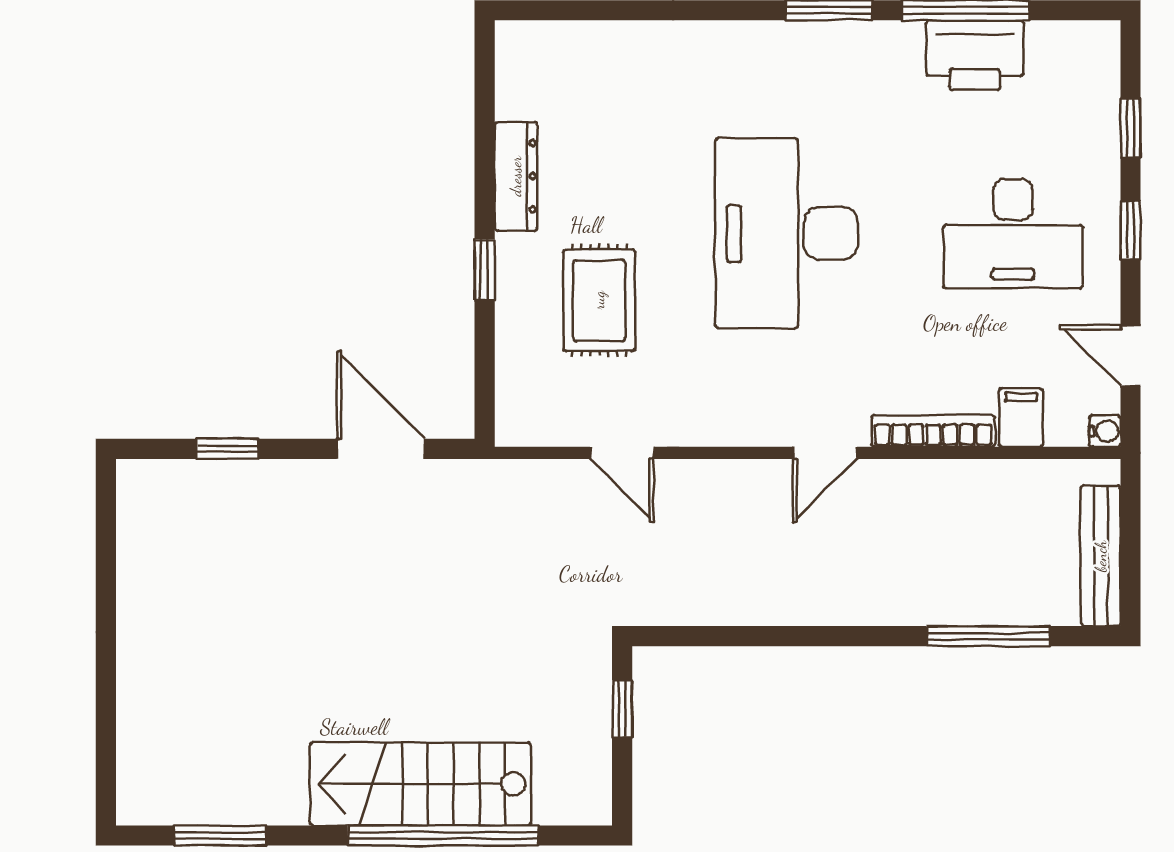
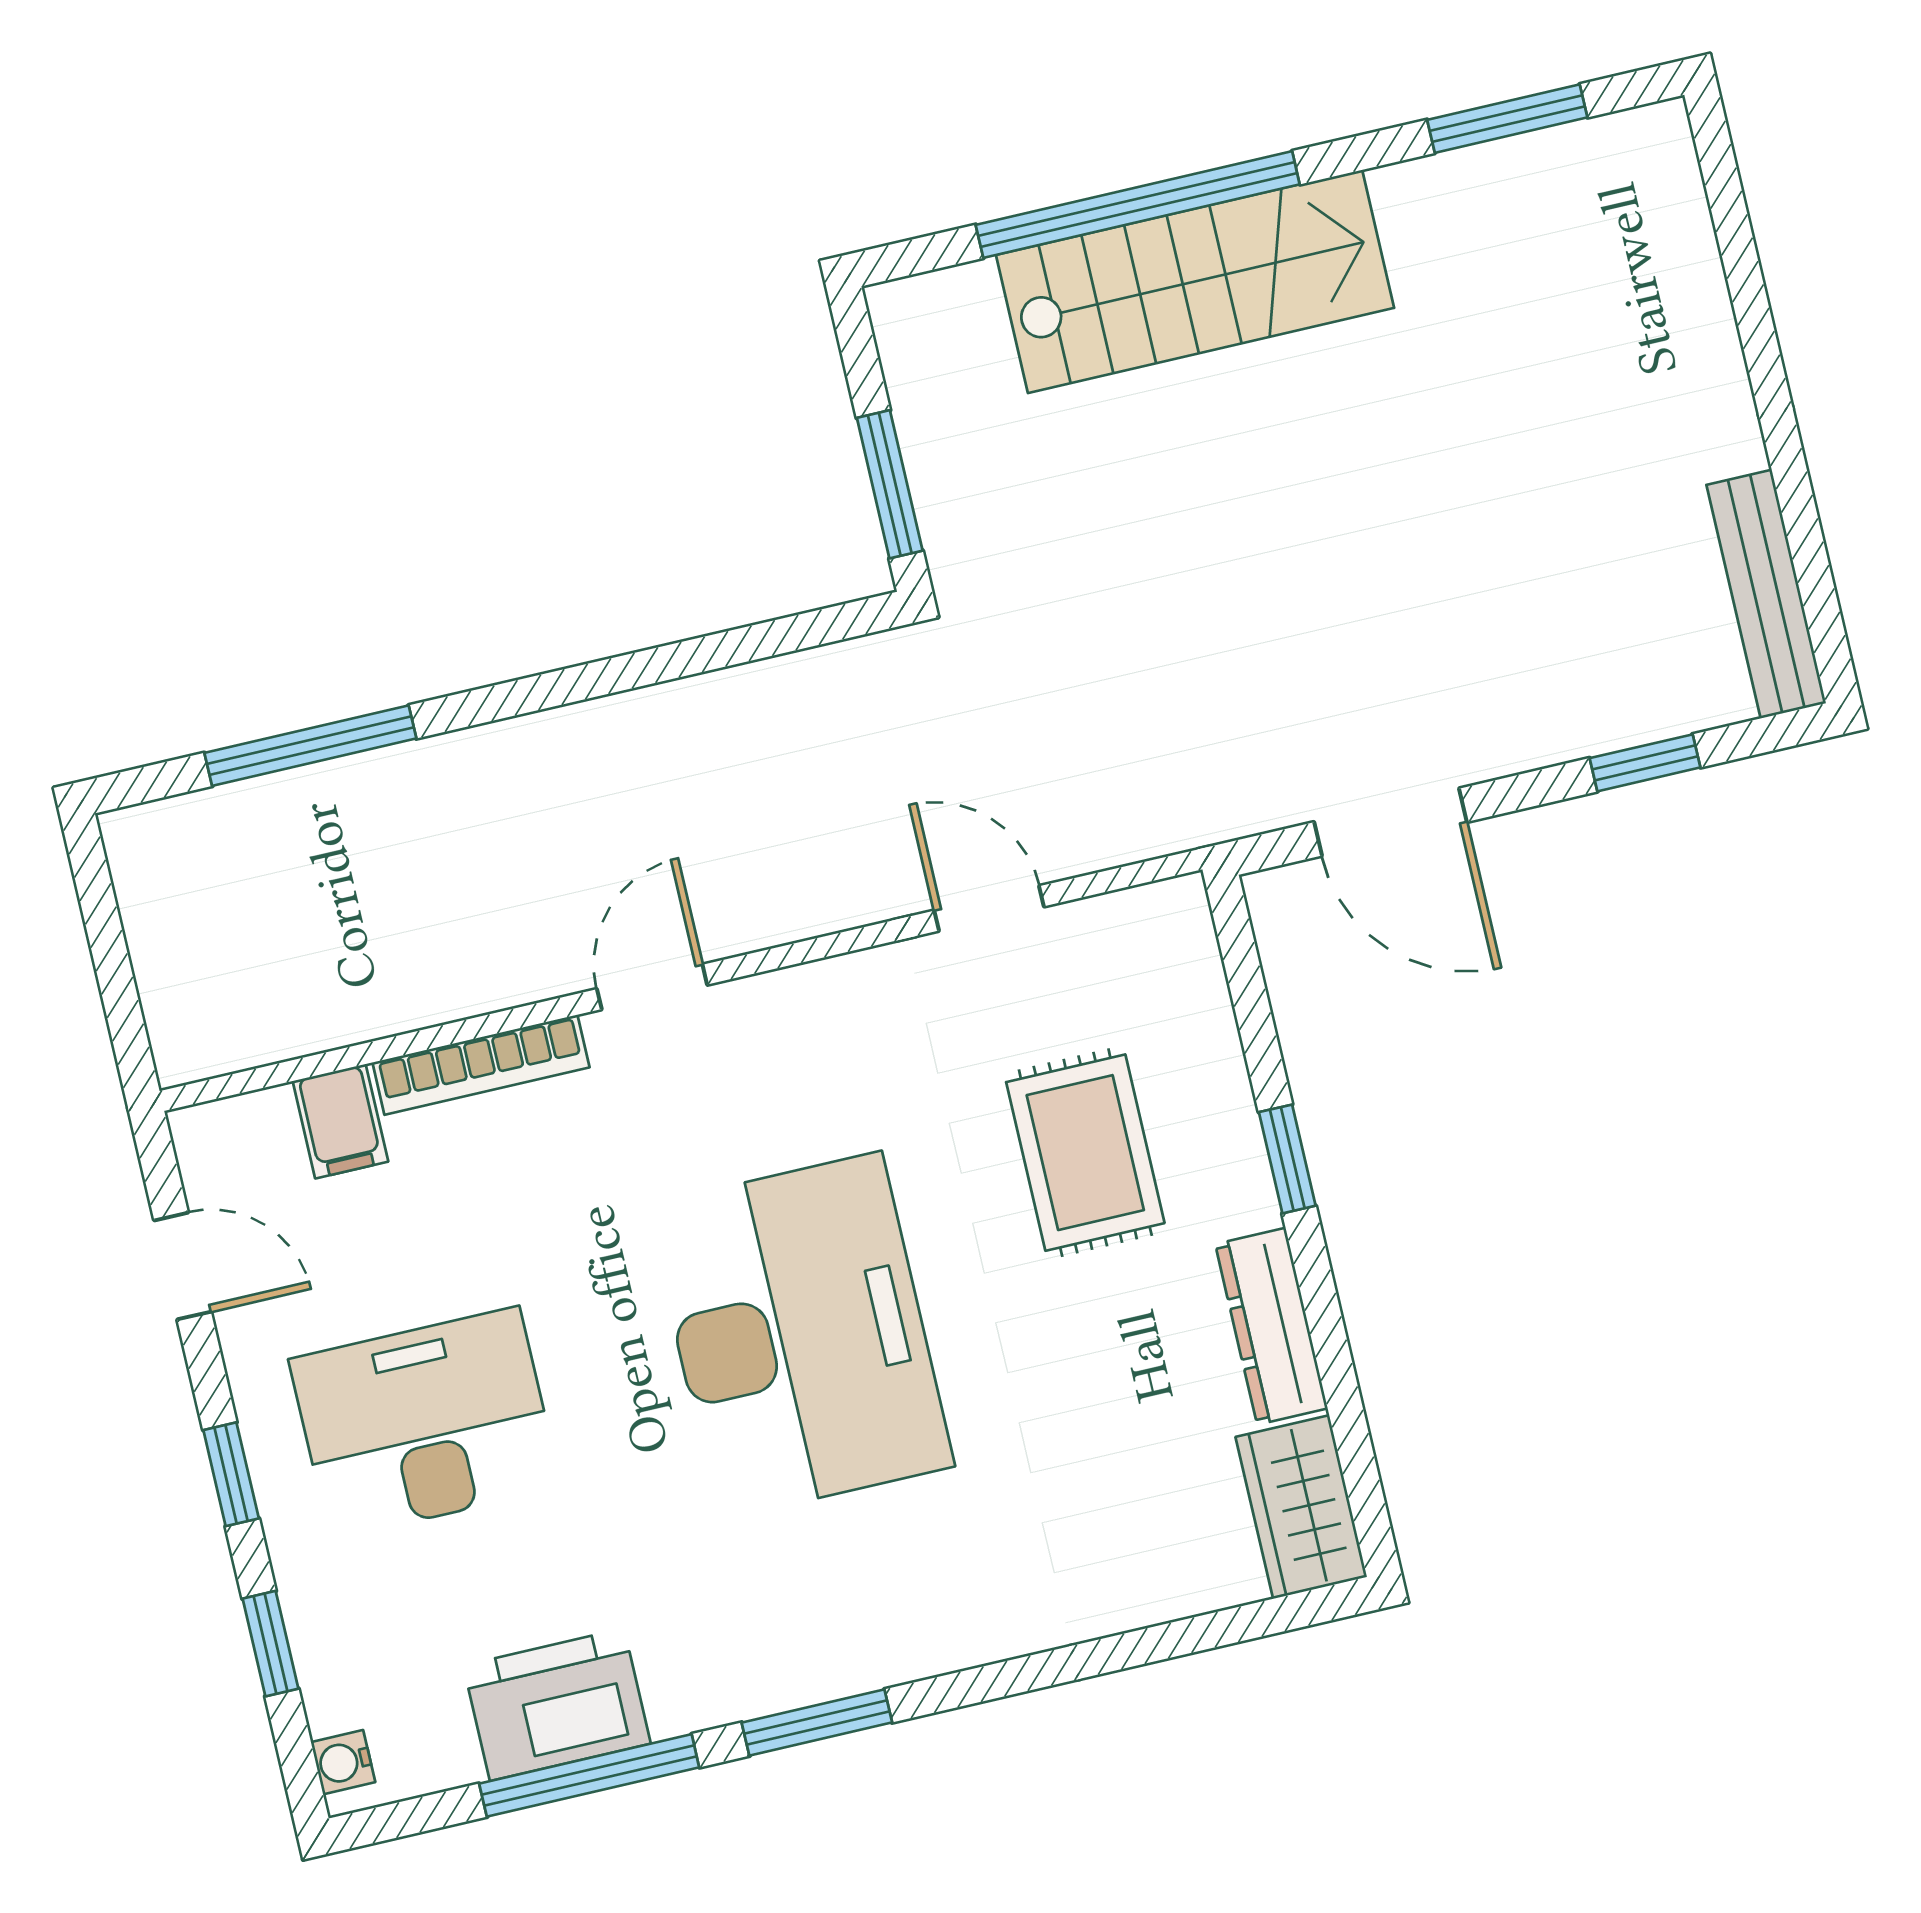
wardrobe: (523, 69) -> (1301, 1507), added
water cooler: (1105, 431) -> (343, 1762), moved
bench: (1101, 556) -> (1766, 594), moved
window: (622, 709) -> (890, 484), width x1.50

